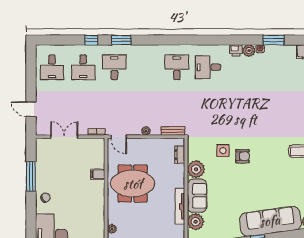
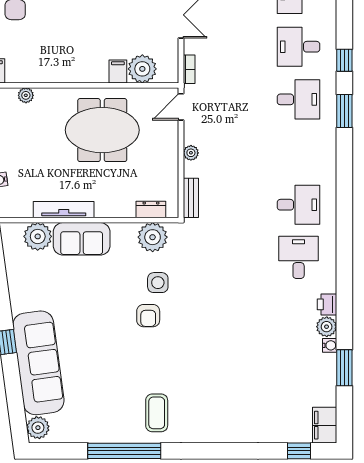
plant: (96, 160) -> (142, 69), added
plant: (196, 169) -> (153, 237), moved
meeting table: (133, 184) -> (102, 130), turned 90

